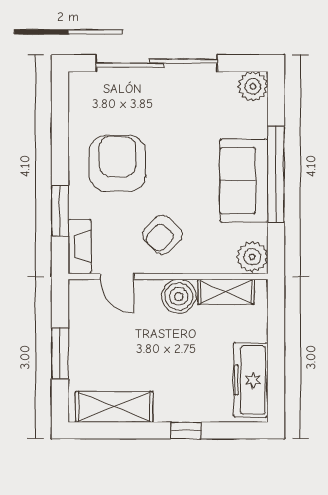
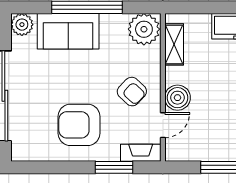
sofa: (244, 181) -> (68, 31), moved
plant: (252, 257) -> (144, 29), width x1.36, depth x1.36
boiler: (179, 296) -> (178, 98), moved

